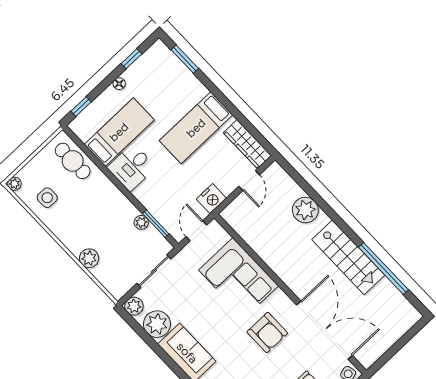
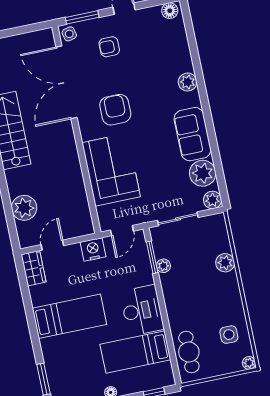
wardrobe: (247, 144) -> (34, 268), width x0.67
desk: (132, 167) -> (142, 310), width x1.37
plant: (305, 210) -> (24, 208), moved

